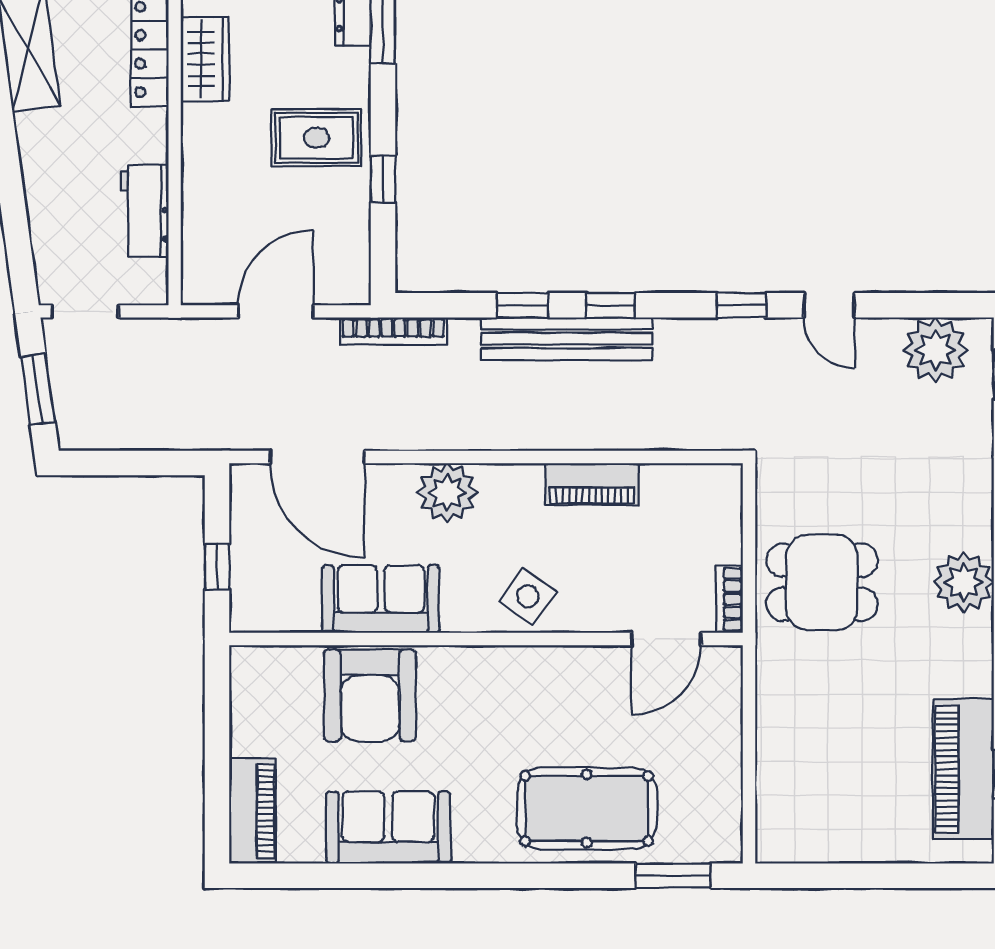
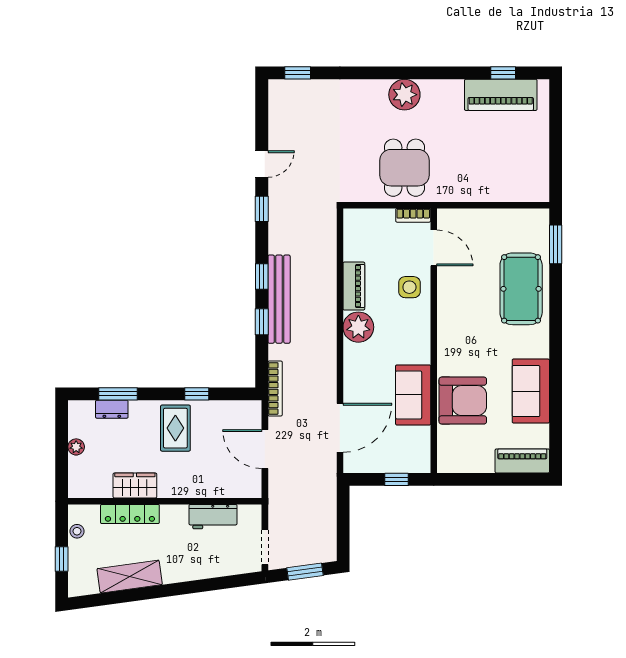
plant: (935, 350) -> (285, 109), removed
plant: (447, 493) -> (358, 327), moved
side table: (528, 596) -> (409, 287), moved, turned -35

